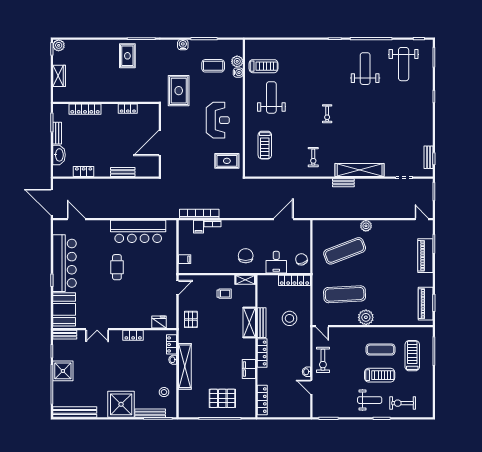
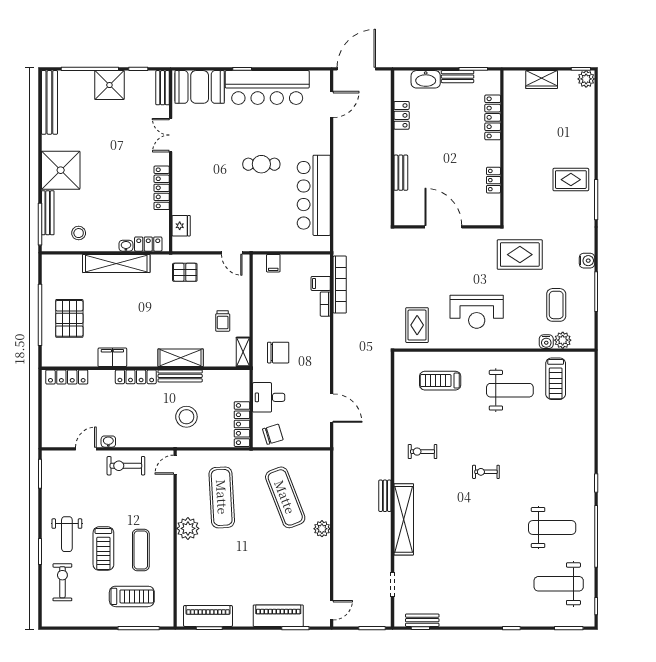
locker: (133, 335) -> (162, 188), width x1.53

